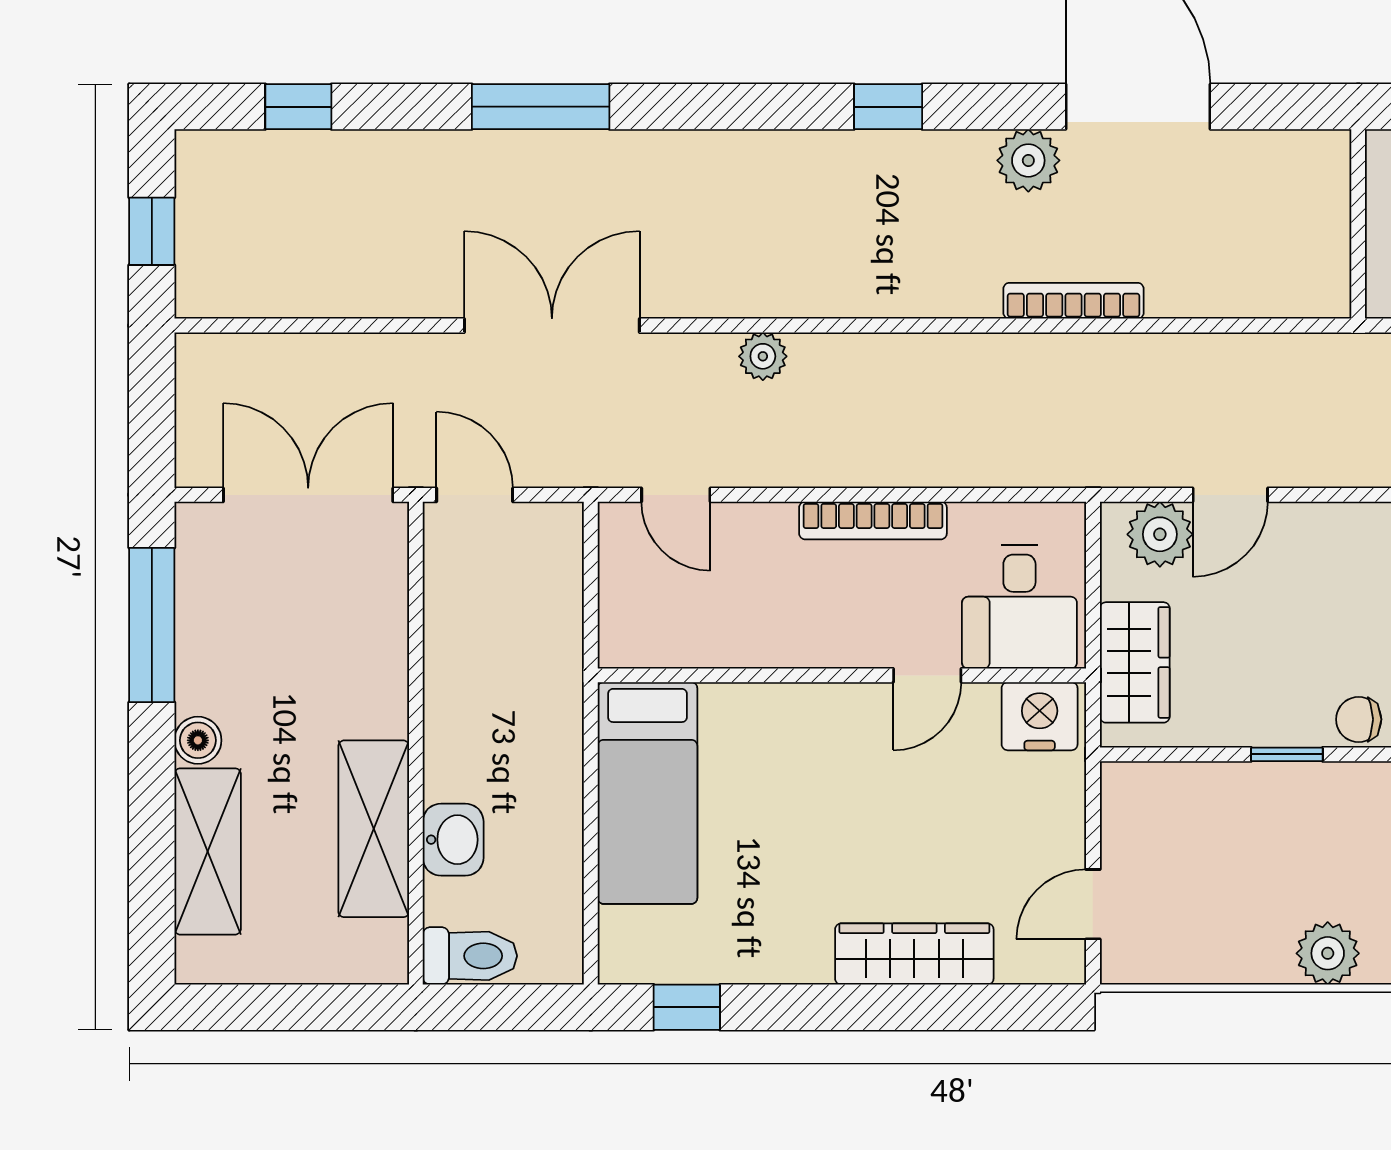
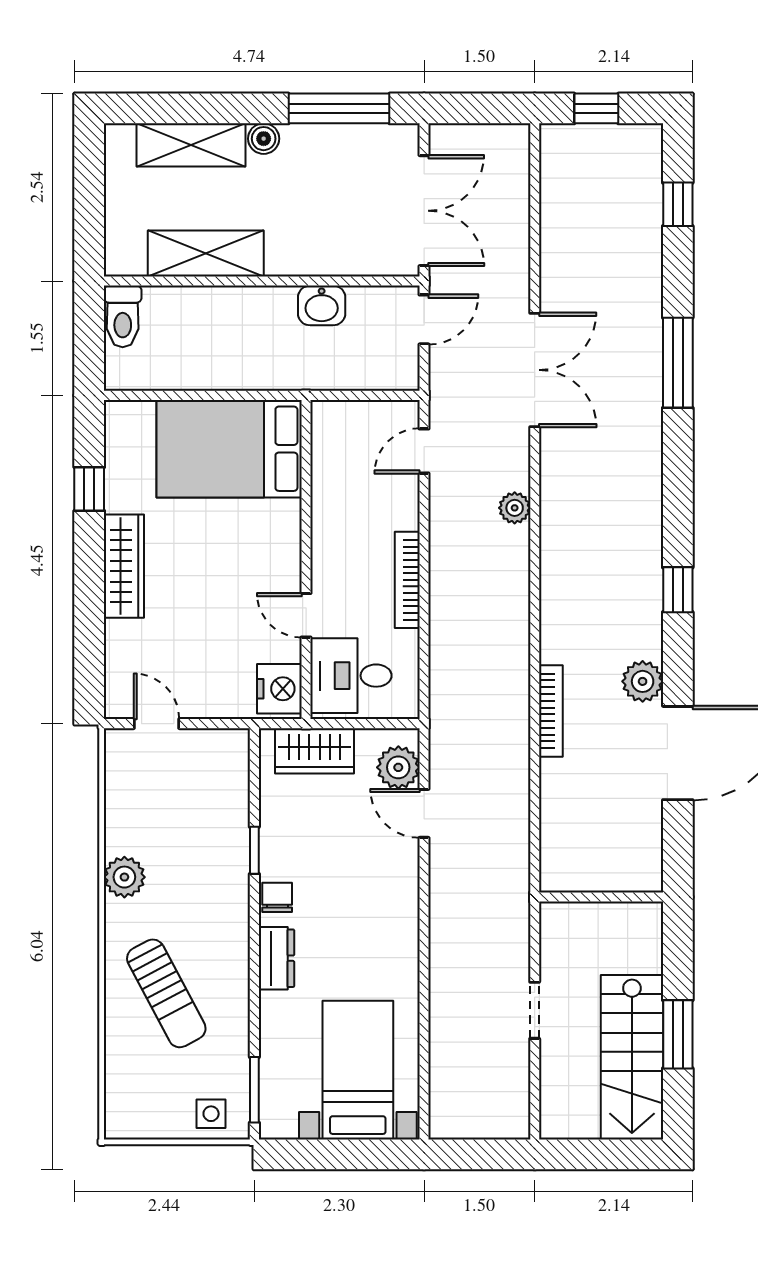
bed: (647, 793) -> (229, 449), width x1.50
washbasin: (453, 840) -> (322, 305), moved
wardrobe: (914, 954) -> (124, 566), moved
window: (687, 1007) -> (89, 489), moved

